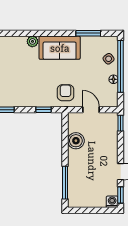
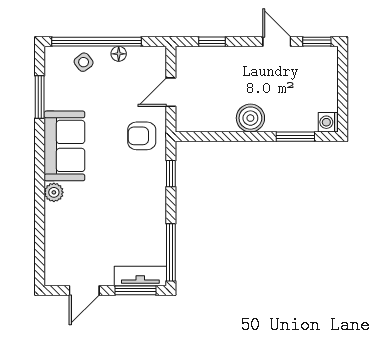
window: (121, 123) -> (212, 42), moved
boiler: (76, 141) -> (250, 118), moved
window: (65, 183) -> (295, 137), width x0.69
washing machine: (112, 202) -> (328, 122), moved

